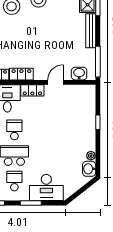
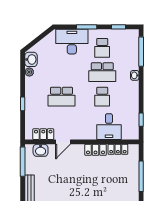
locker: (32, 90) -> (43, 134), moved
school desk: (57, 130) -> (61, 97), added

